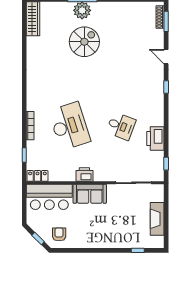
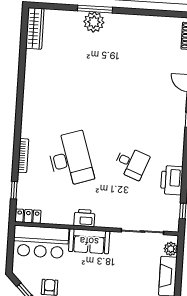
spiral stairs: (84, 42) -> (94, 60), removed
plant: (158, 196) -> (171, 249), added

